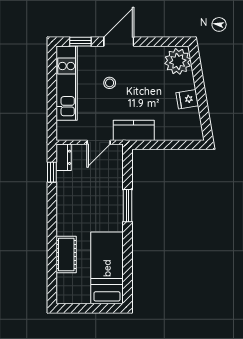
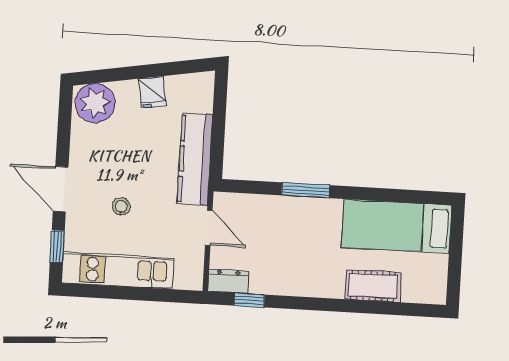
kitchen counter: (134, 130) -> (195, 159), width x1.50

